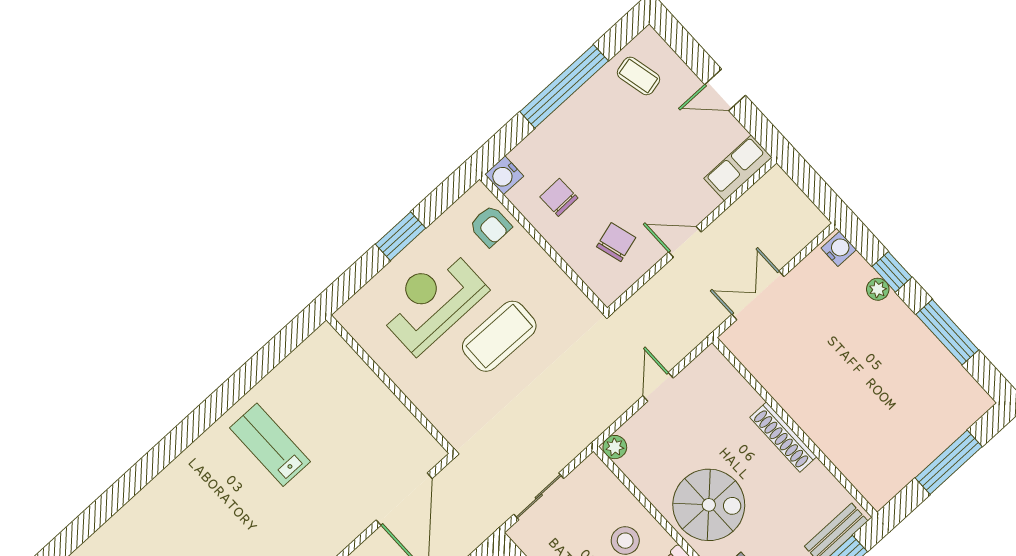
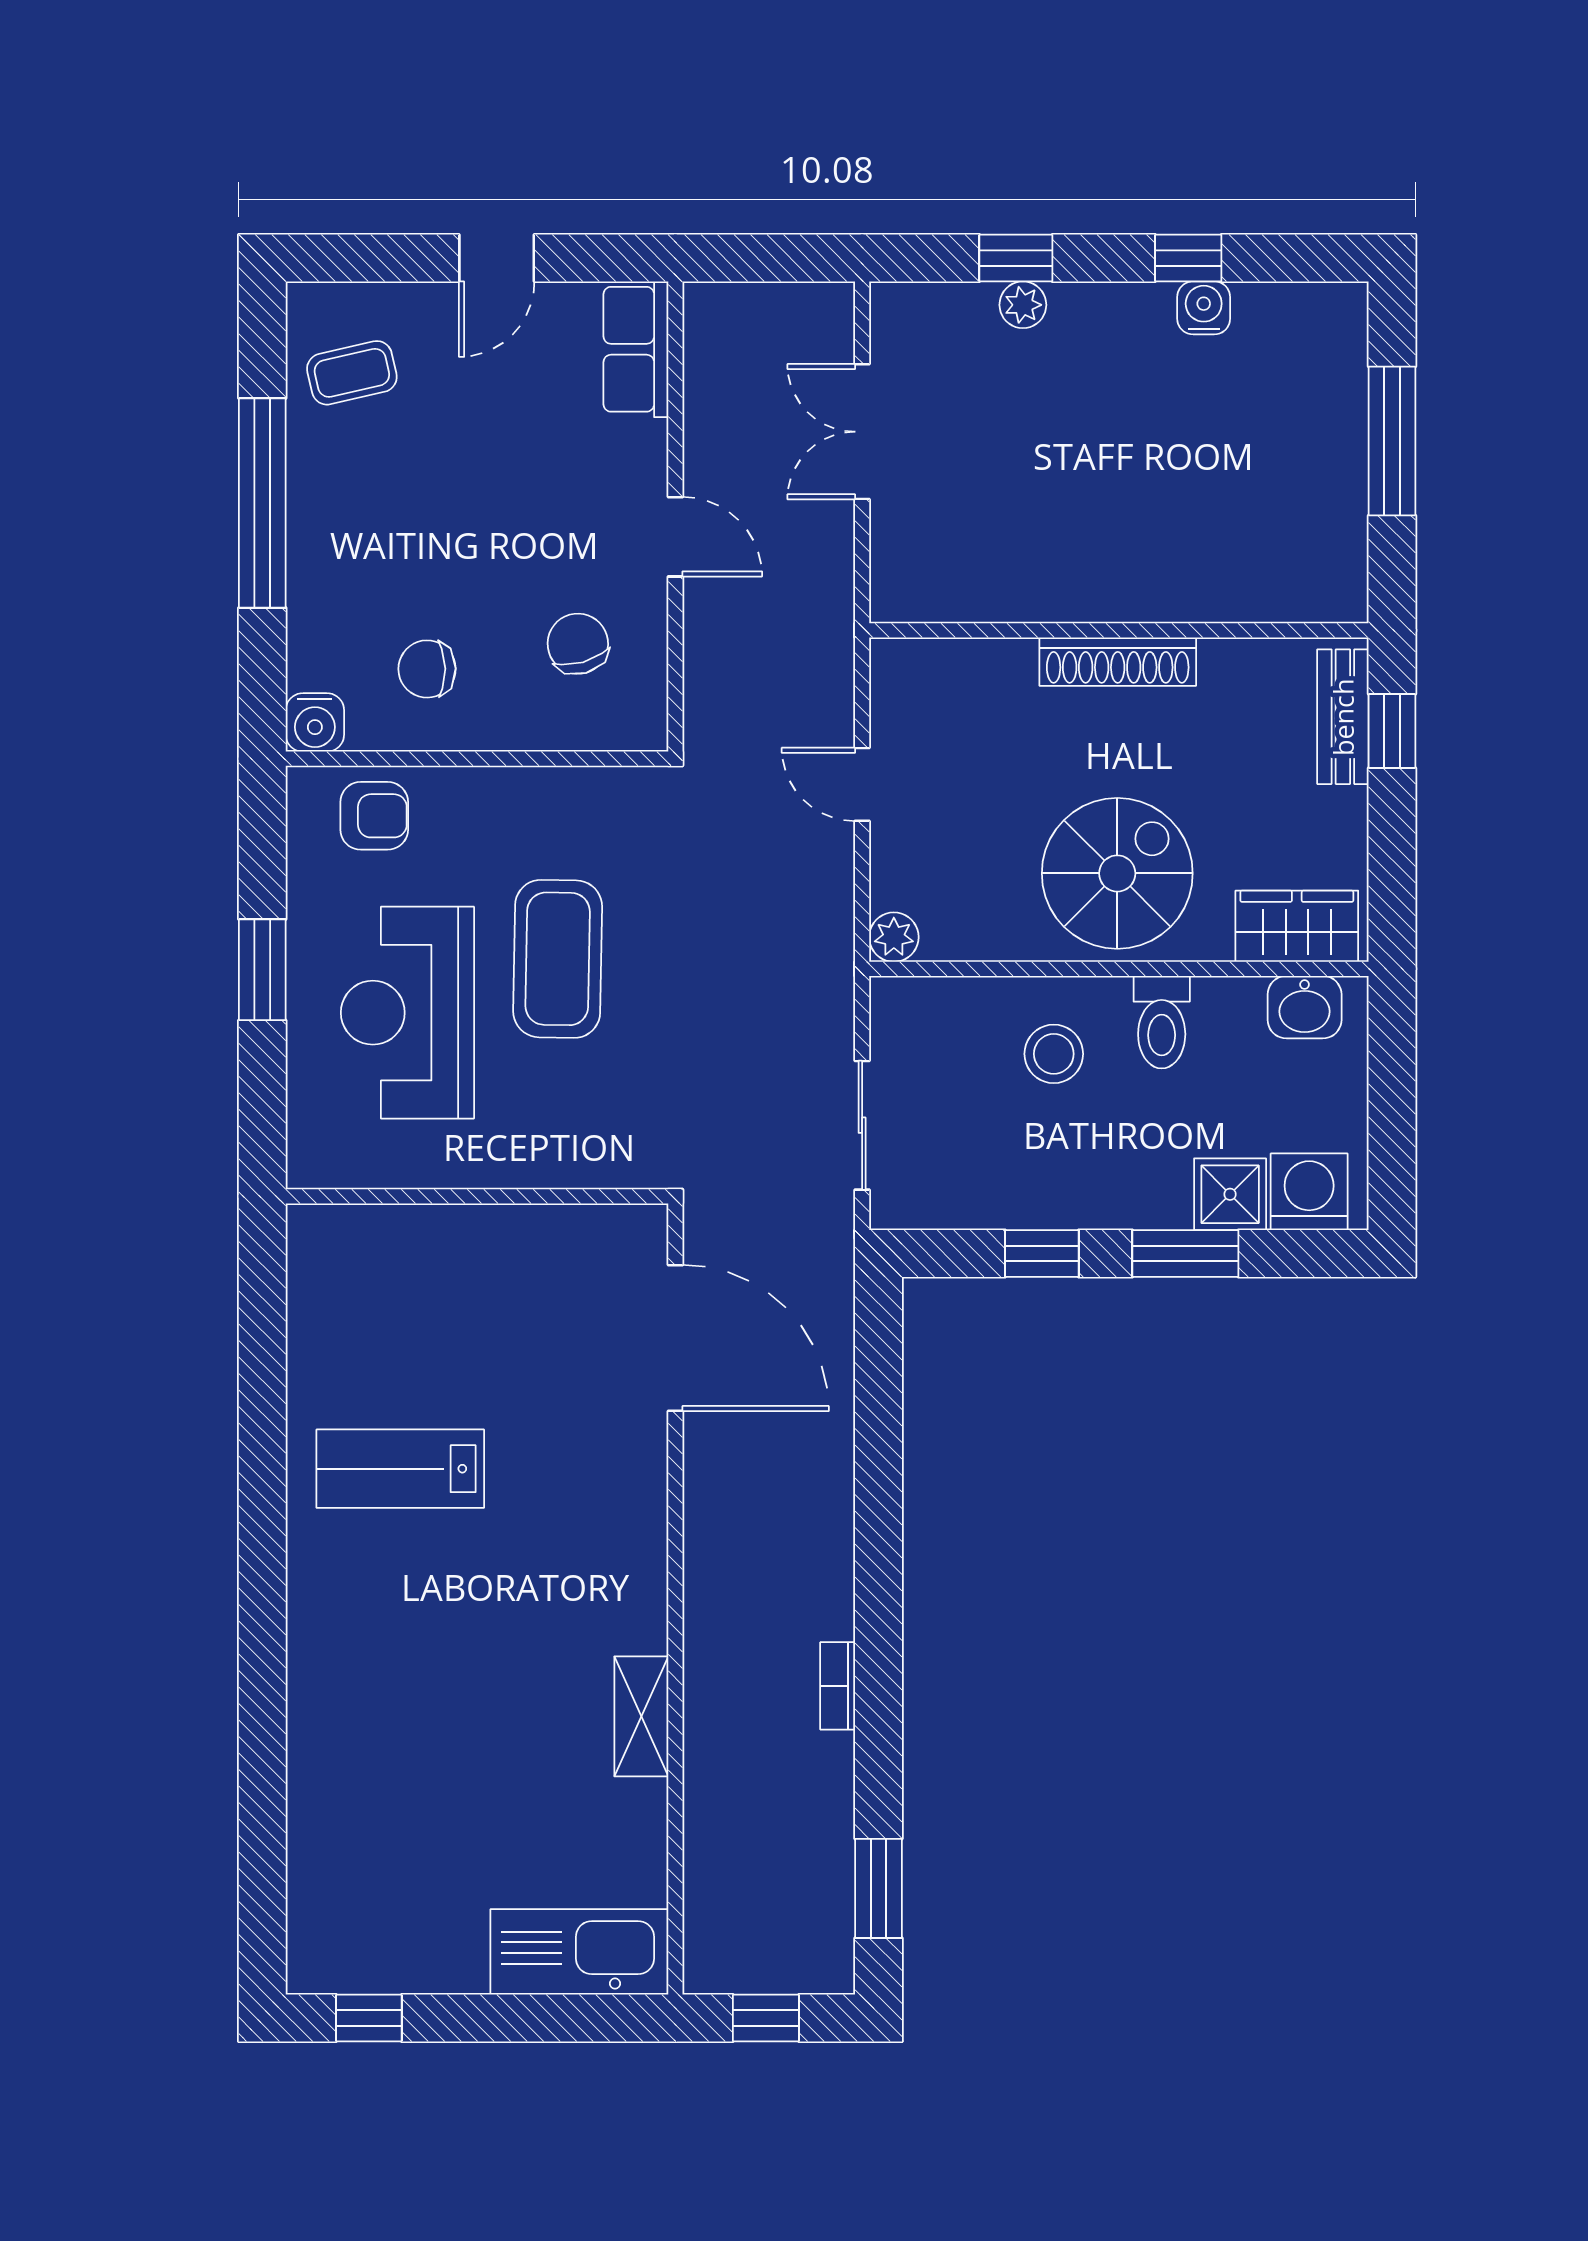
door: (685, 242) -> (675, 537), swing flipped
water cooler: (839, 249) -> (1204, 308), moved
double door: (758, 295) -> (862, 432), moved
window: (947, 332) -> (1188, 258), width x0.46

